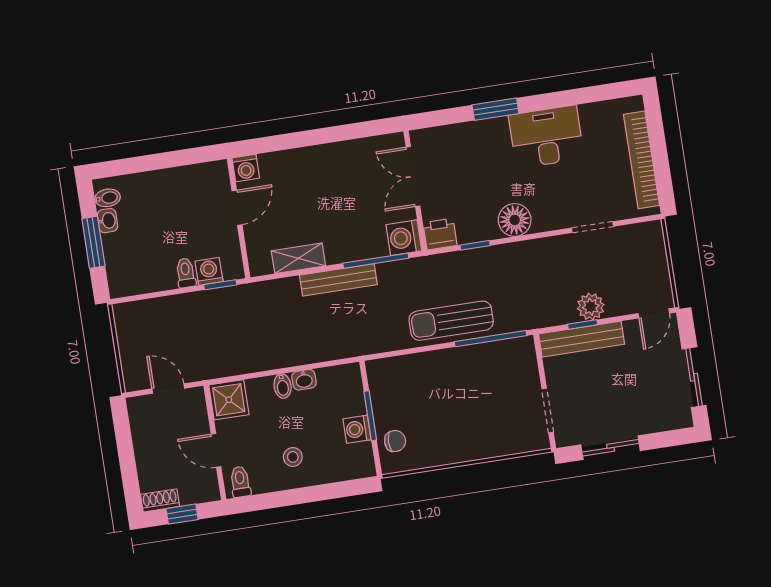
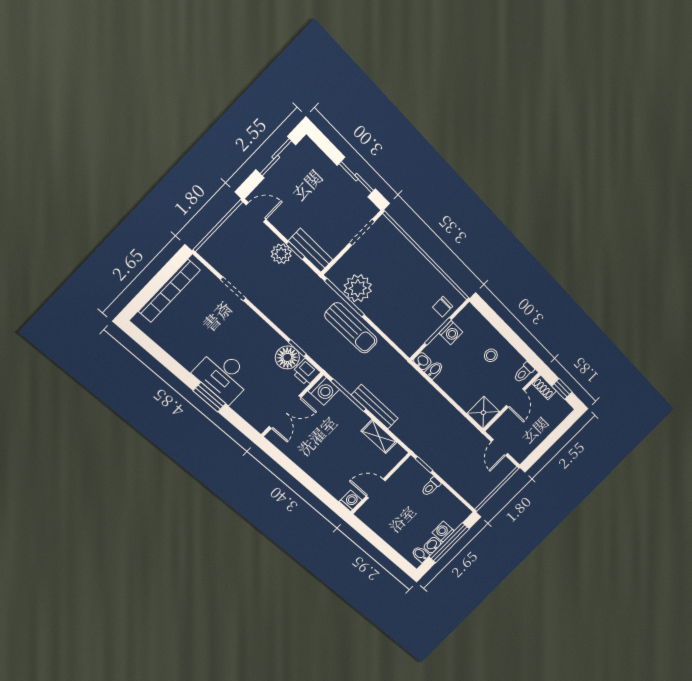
desk: (546, 137) -> (223, 376), moved
floor lamp: (515, 220) -> (287, 357), moved
window: (93, 242) -> (449, 543), width x1.44
washing machine: (209, 271) -> (443, 532), moved, turned 90
bench: (582, 339) -> (311, 250), width x0.73
plant: (490, 361) -> (358, 288), added
washbasin: (304, 380) -> (422, 361), moved
bidet: (283, 386) -> (434, 370), moved
chair: (395, 441) -> (443, 307), turned -90
shoe rack: (160, 500) -> (544, 387), moved

